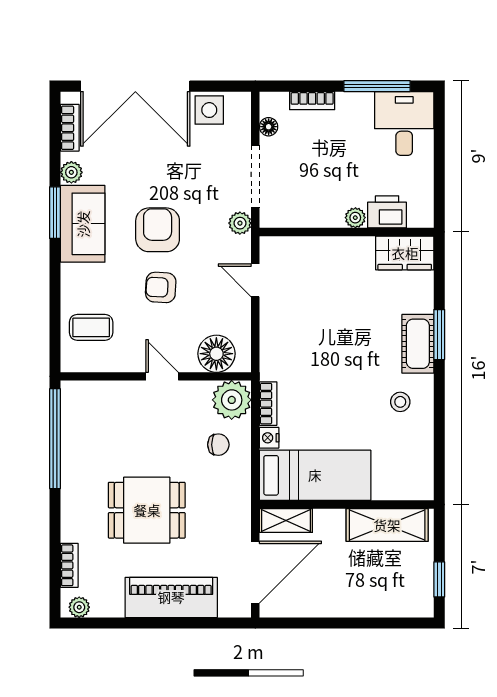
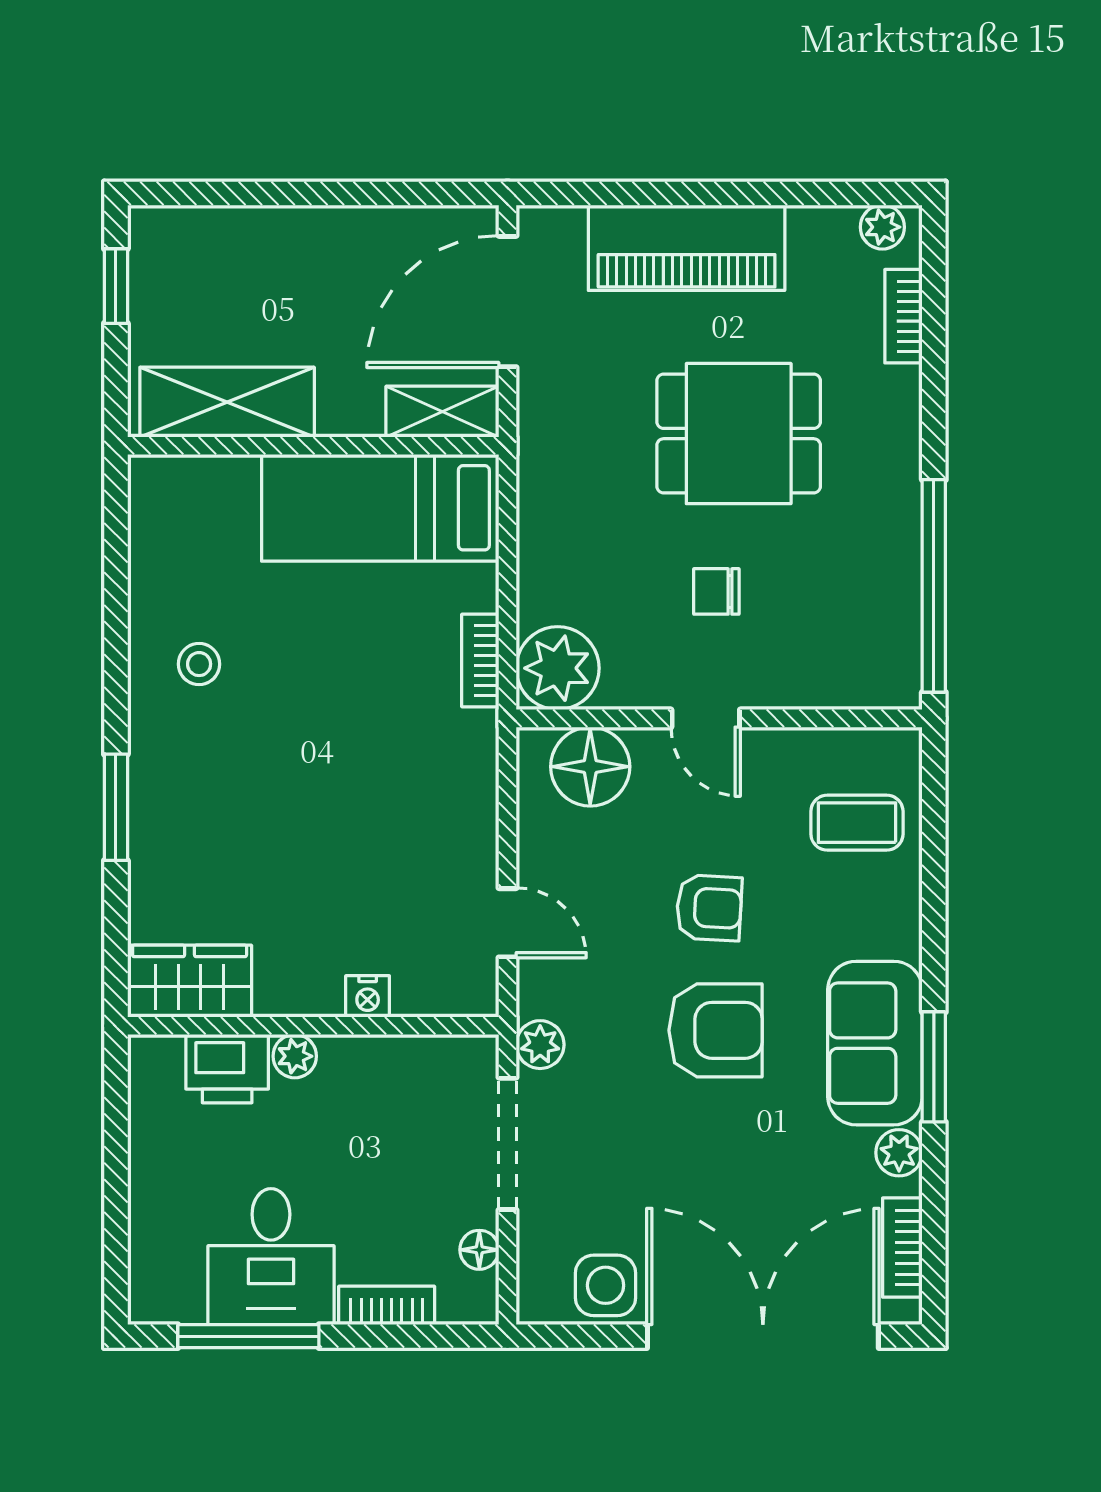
desk: (404, 124) -> (271, 1257), moved
armchair: (158, 230) -> (715, 1030), turned -90
cot: (418, 344) -> (162, 788), removed
nightstand: (269, 438) -> (368, 996), moved, turned 90
chair: (218, 445) -> (716, 591), moved

